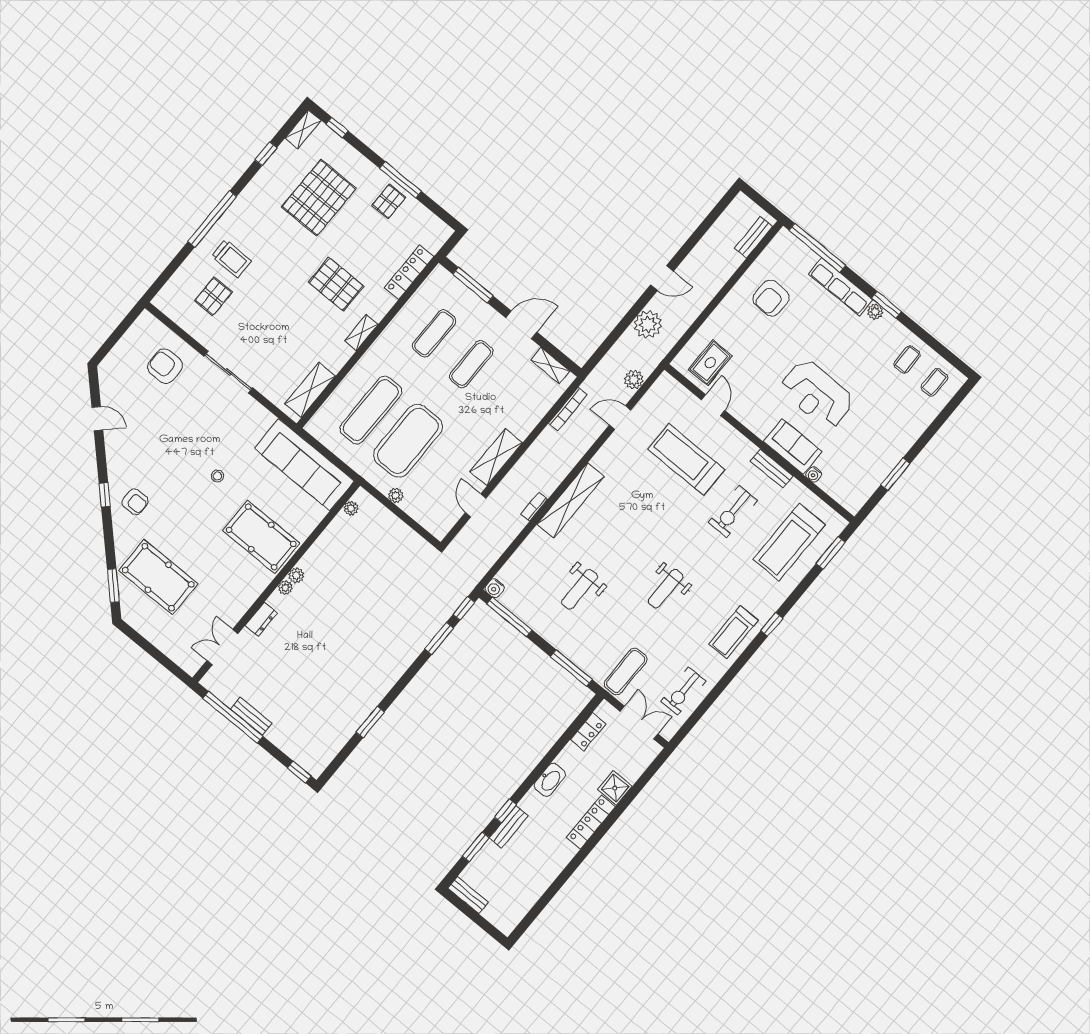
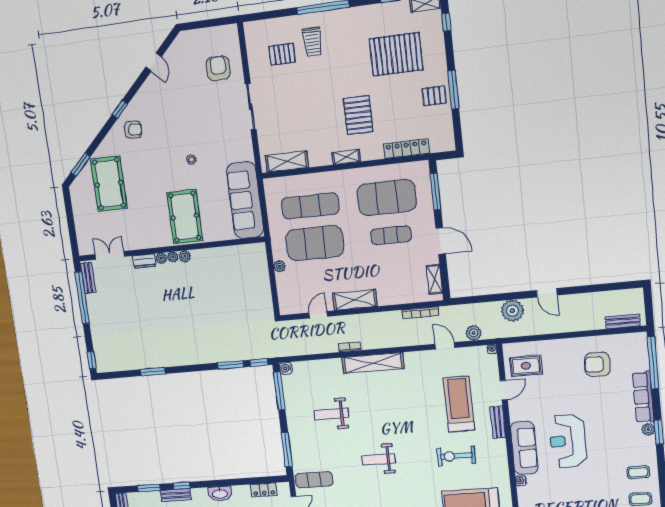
exercise mat: (434, 333) -> (387, 198), width x2.00, depth x1.45
water cooler: (665, 378) -> (492, 349), added
sofa: (793, 446) -> (524, 448), width x1.36
bench: (772, 469) -> (498, 422), moved
armchair: (135, 502) -> (133, 130), turned -85
plant: (351, 508) -> (161, 258), moved
bench: (251, 716) -> (88, 278), moved

